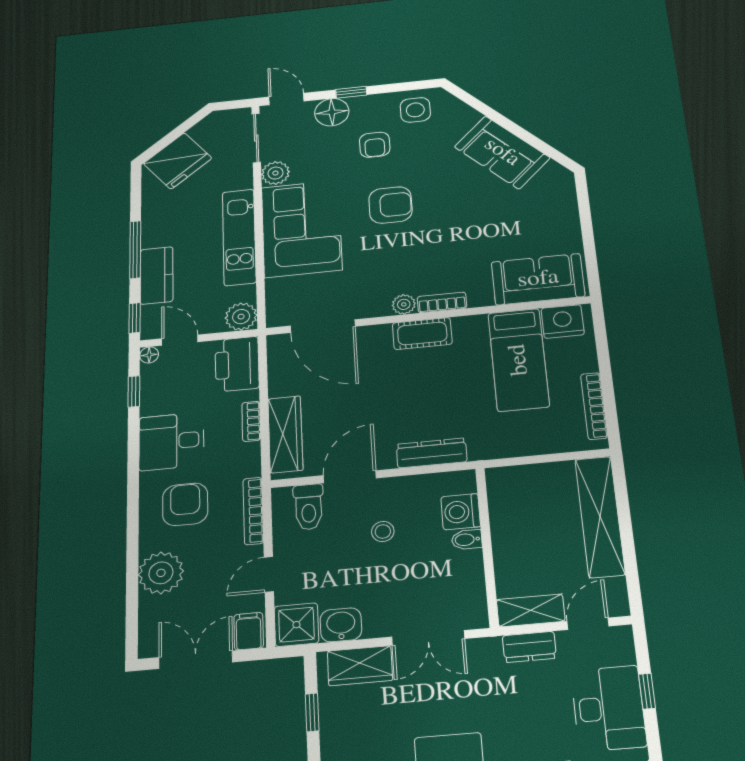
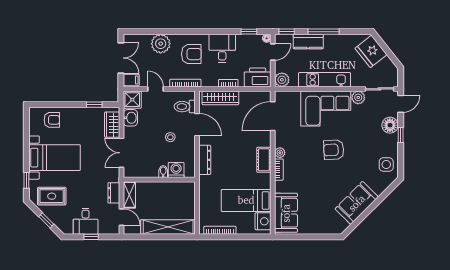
armchair: (375, 145) -> (368, 144), removed
armchair: (390, 205) -> (334, 150), turned 87
desk: (608, 708) -> (86, 221), width x0.73

